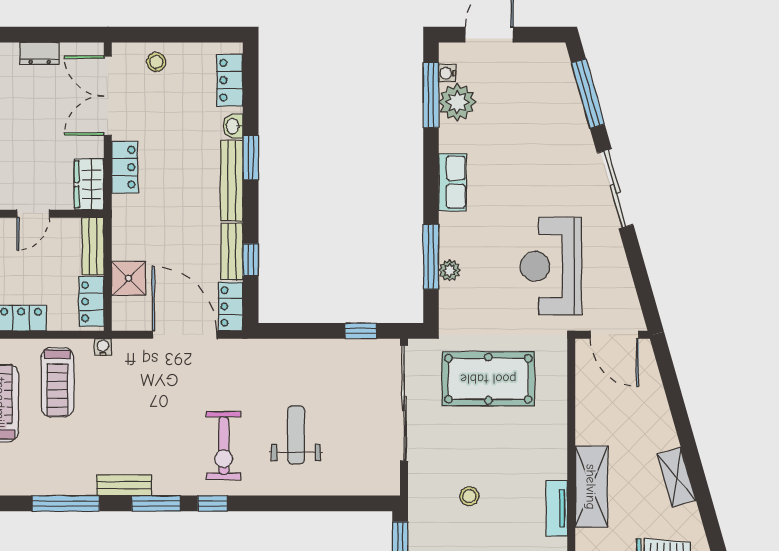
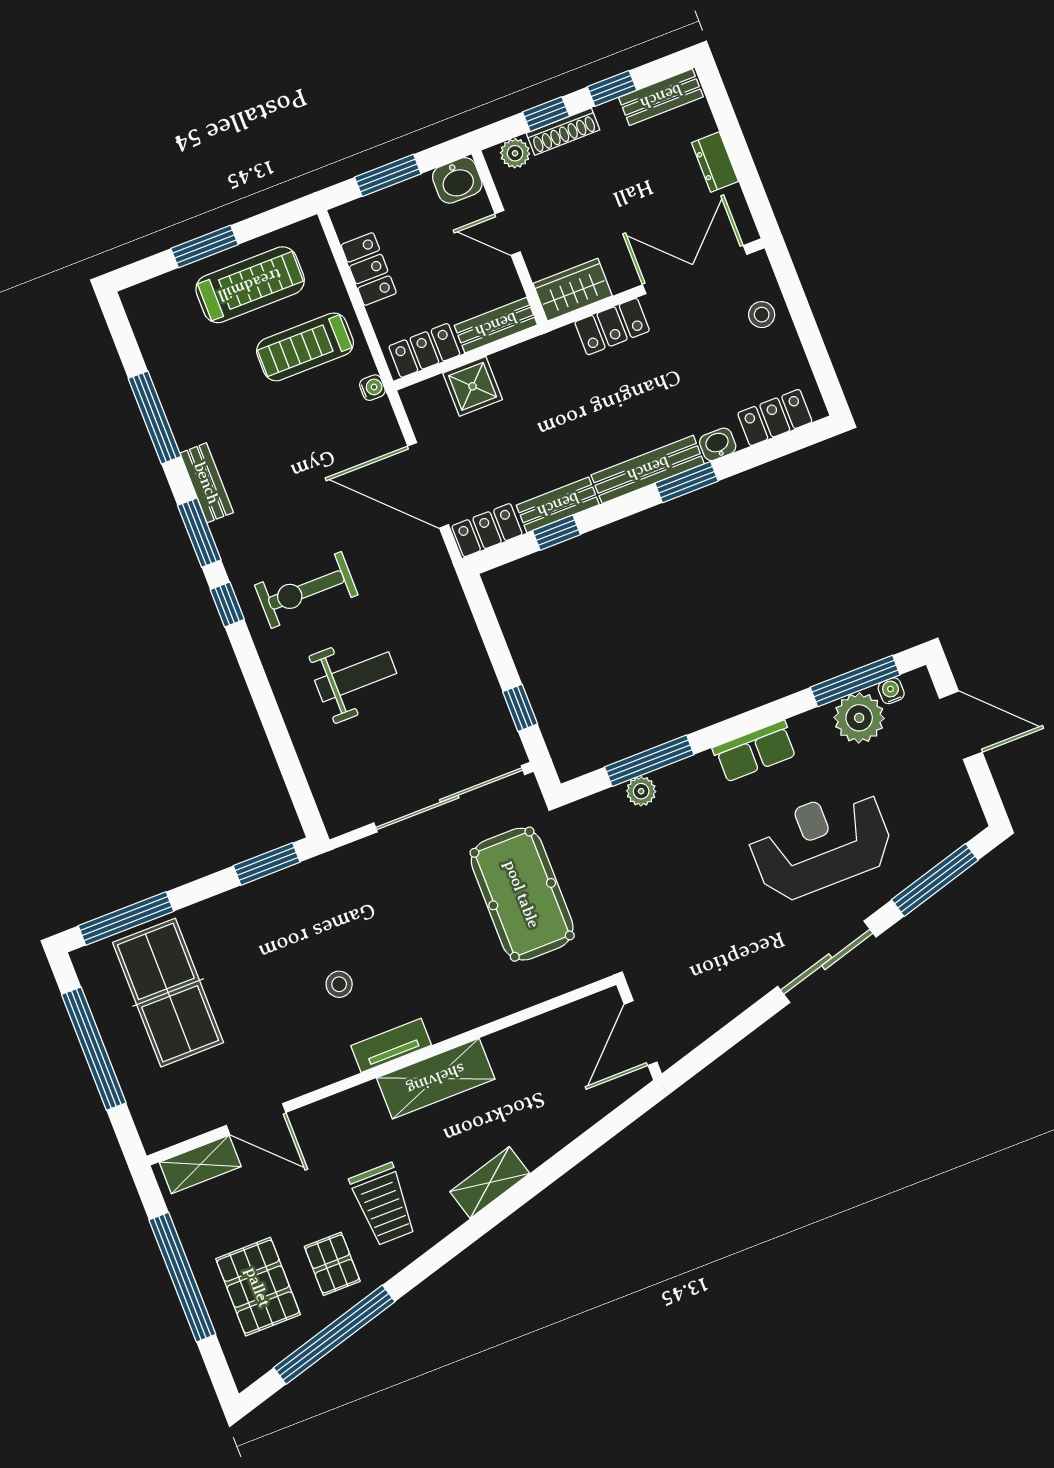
reception desk: (551, 266) -> (820, 844), moved
door: (184, 335) -> (428, 485), swing flipped
stool: (469, 496) -> (339, 984), moved

